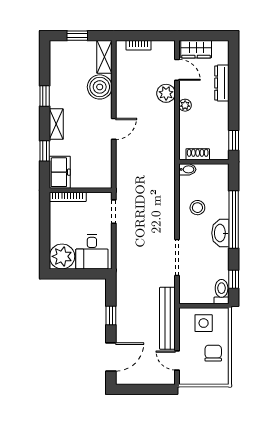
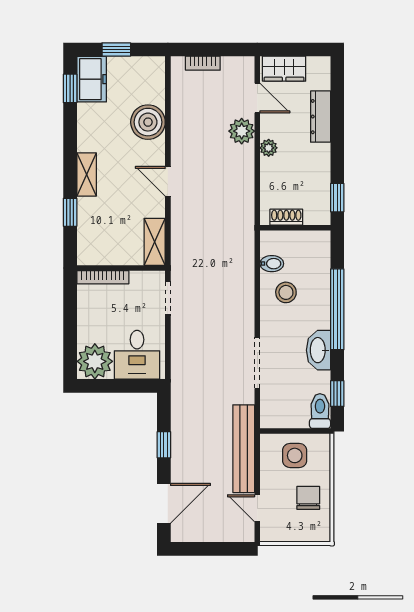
shelving: (104, 57) -> (155, 242), moved
window: (45, 96) -> (70, 88), moved
door: (114, 129) -> (168, 181), swing flipped
bidet: (187, 169) -> (272, 264), moved
freezer: (60, 172) -> (92, 79), moved
washbasin: (220, 233) -> (318, 350), moved

